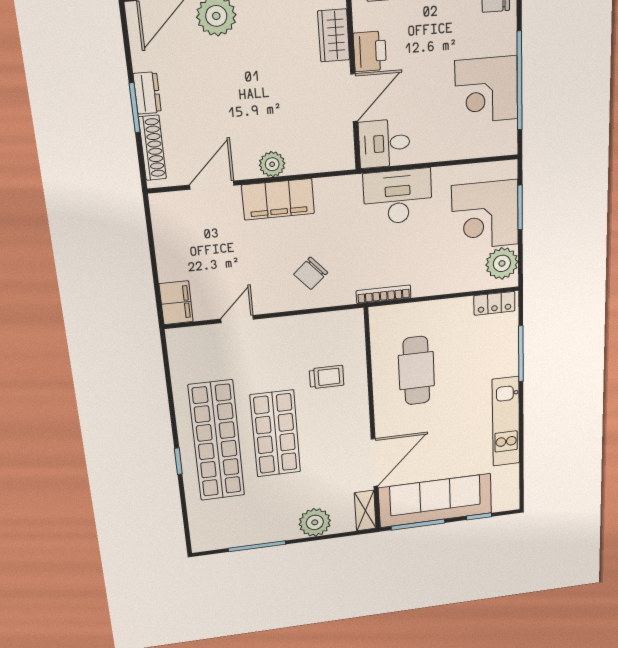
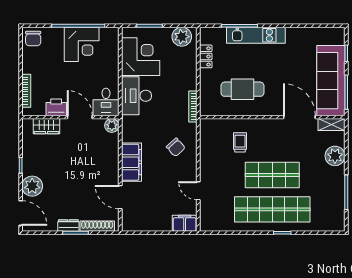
plant: (272, 164) -> (112, 126), moved
corner desk: (485, 215) -> (141, 57), moved, turned -90
locker: (494, 303) -> (206, 56), moved
kitchen unit: (506, 422) -> (256, 35), moved

